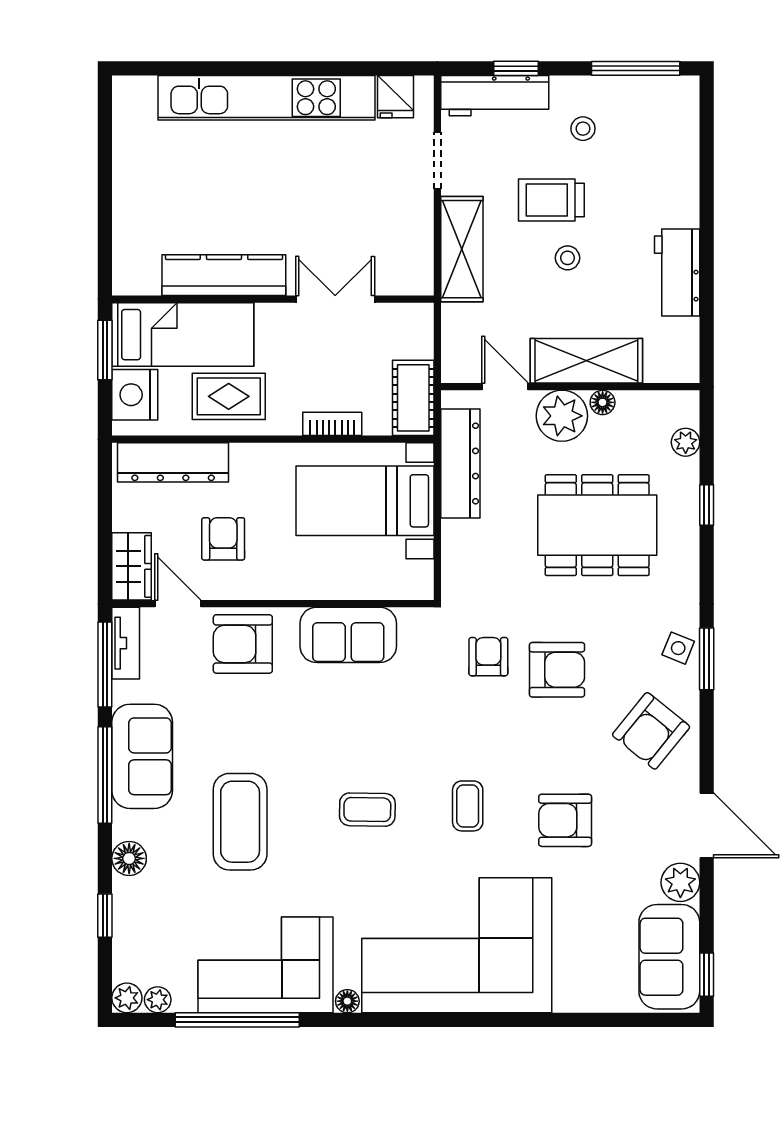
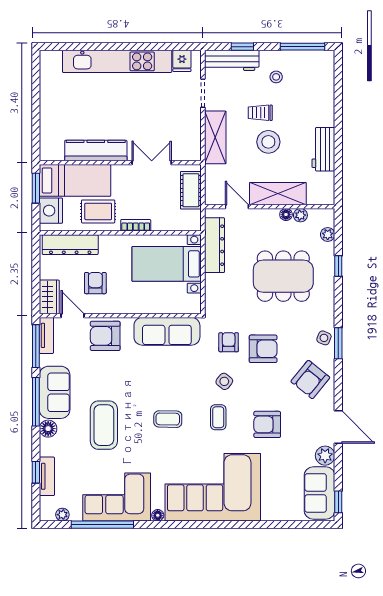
trolley: (551, 200) -> (260, 113), width x0.73, depth x0.72
stool: (567, 258) -> (268, 142), width x1.89, depth x1.89
cot: (413, 398) -> (191, 190), moved
plant: (562, 416) -> (300, 215), moved, width x0.53, depth x0.53
bookcase: (332, 424) -> (136, 225), moved
sofa: (348, 635) -> (167, 331), width x1.36
side table: (480, 735) -> (224, 381), added
floor lamp: (129, 858) -> (48, 429), moved
tv unit: (127, 923) -> (47, 476), added
plant: (127, 998) -> (47, 514), removed

